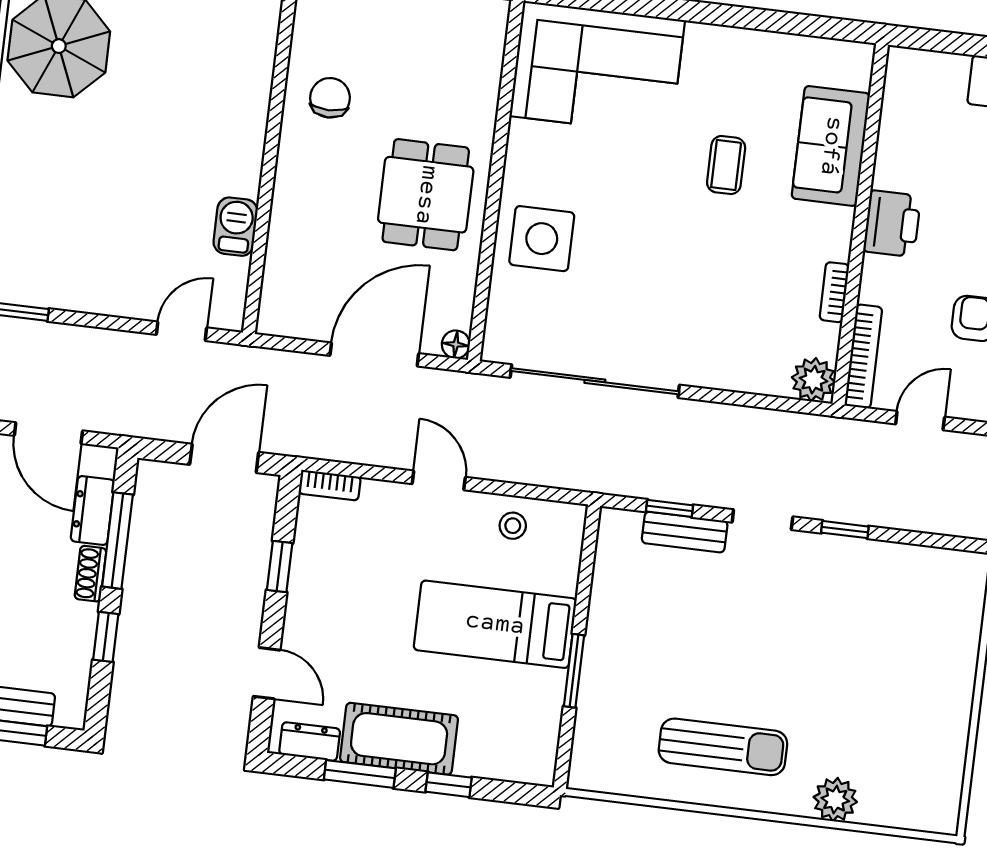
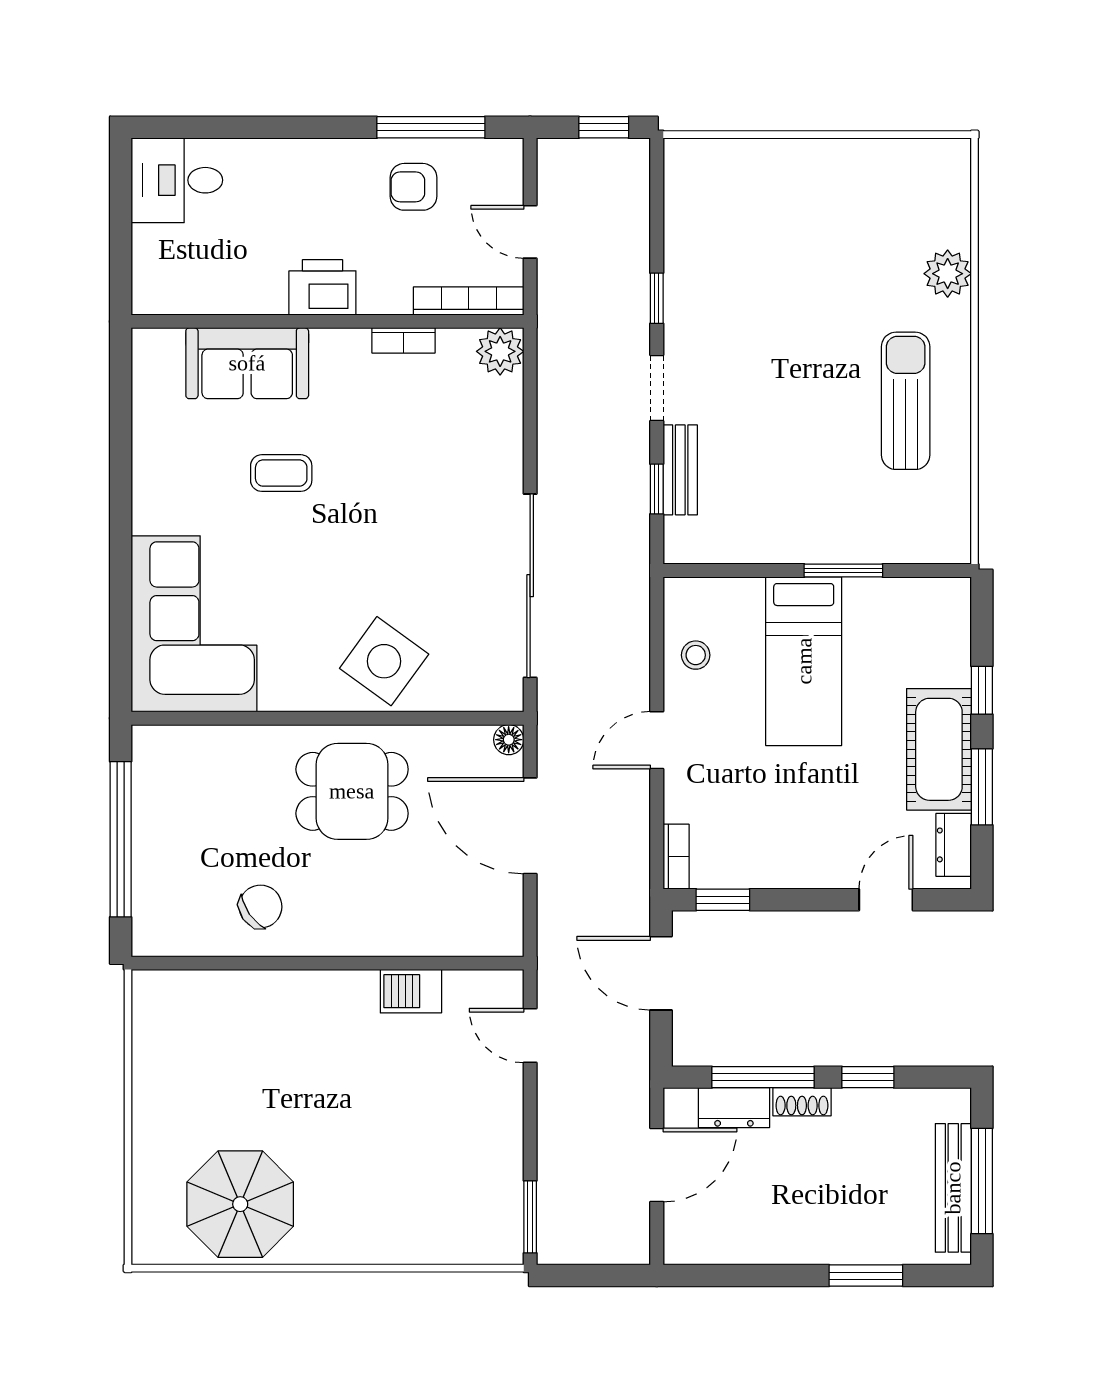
chair: (330, 98) -> (261, 907), turned 145
side table: (542, 239) -> (384, 661), turned 36
window: (280, 567) -> (723, 900), moved

